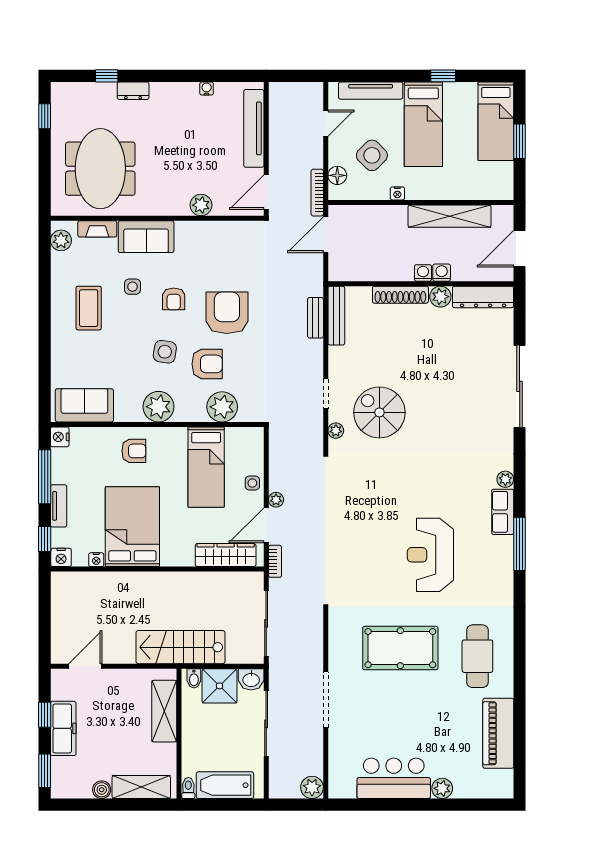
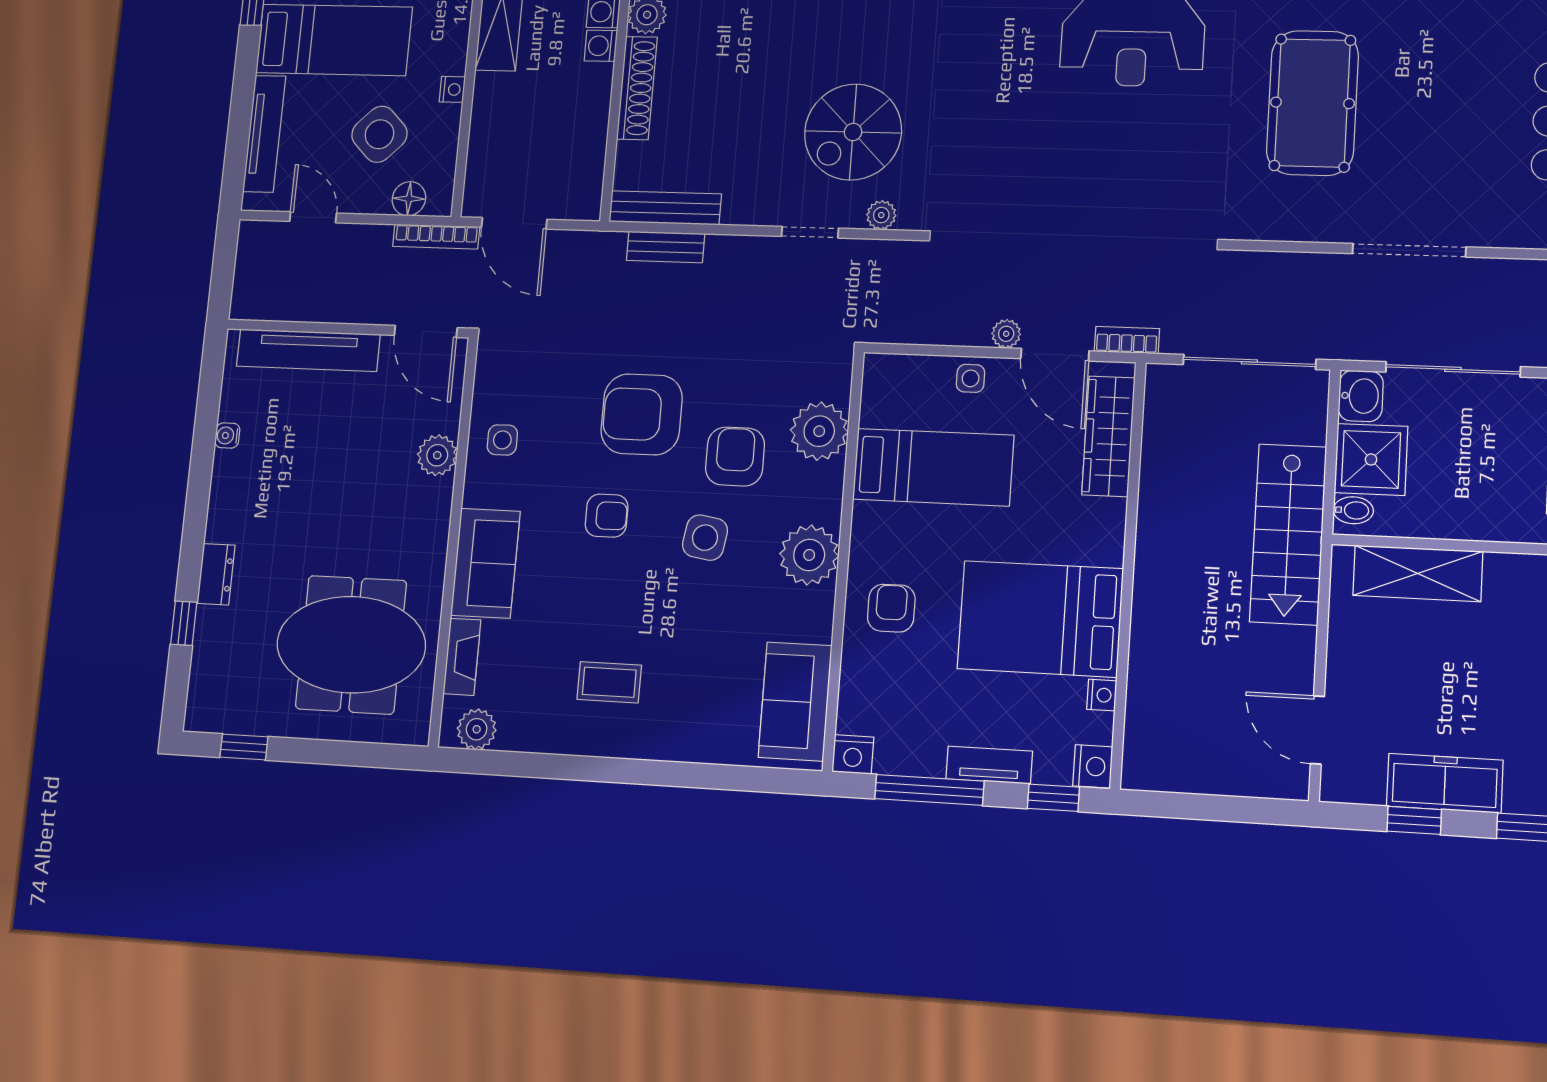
side table: (133, 287) -> (502, 440), moved
coffee table: (89, 308) -> (609, 682), width x0.73, depth x0.77

